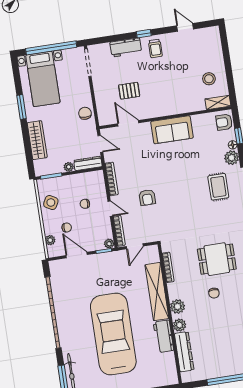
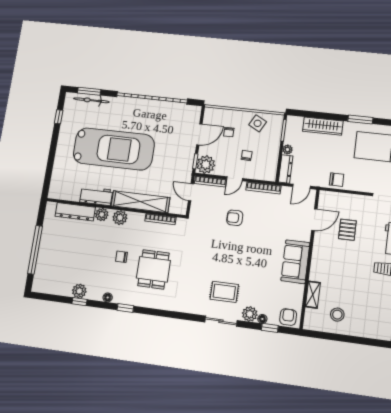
shelving: (218, 102) -> (313, 295), moved
plant: (50, 240) -> (221, 113), removed
plant: (109, 244) -> (206, 165), width x1.87, depth x1.87

